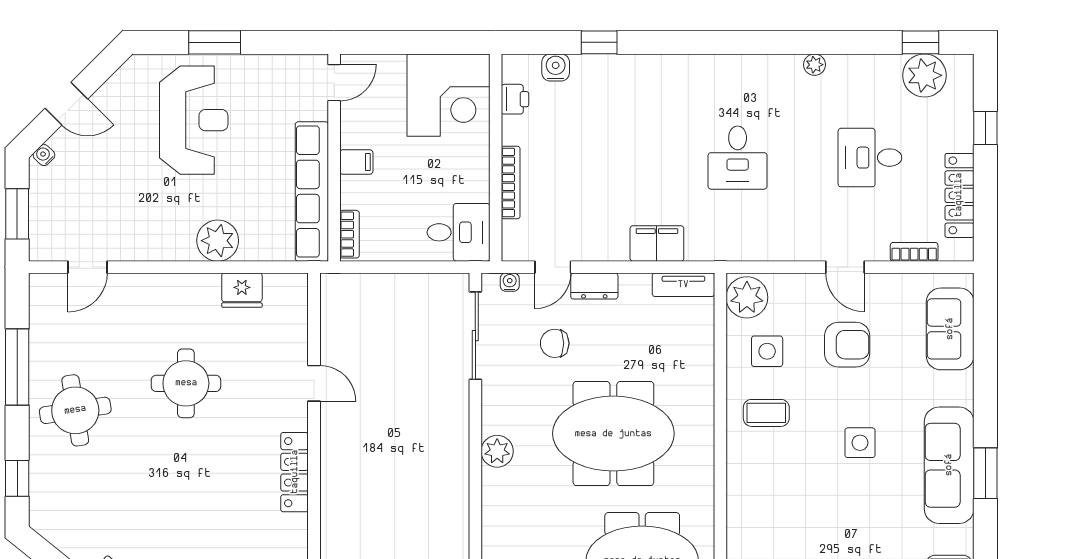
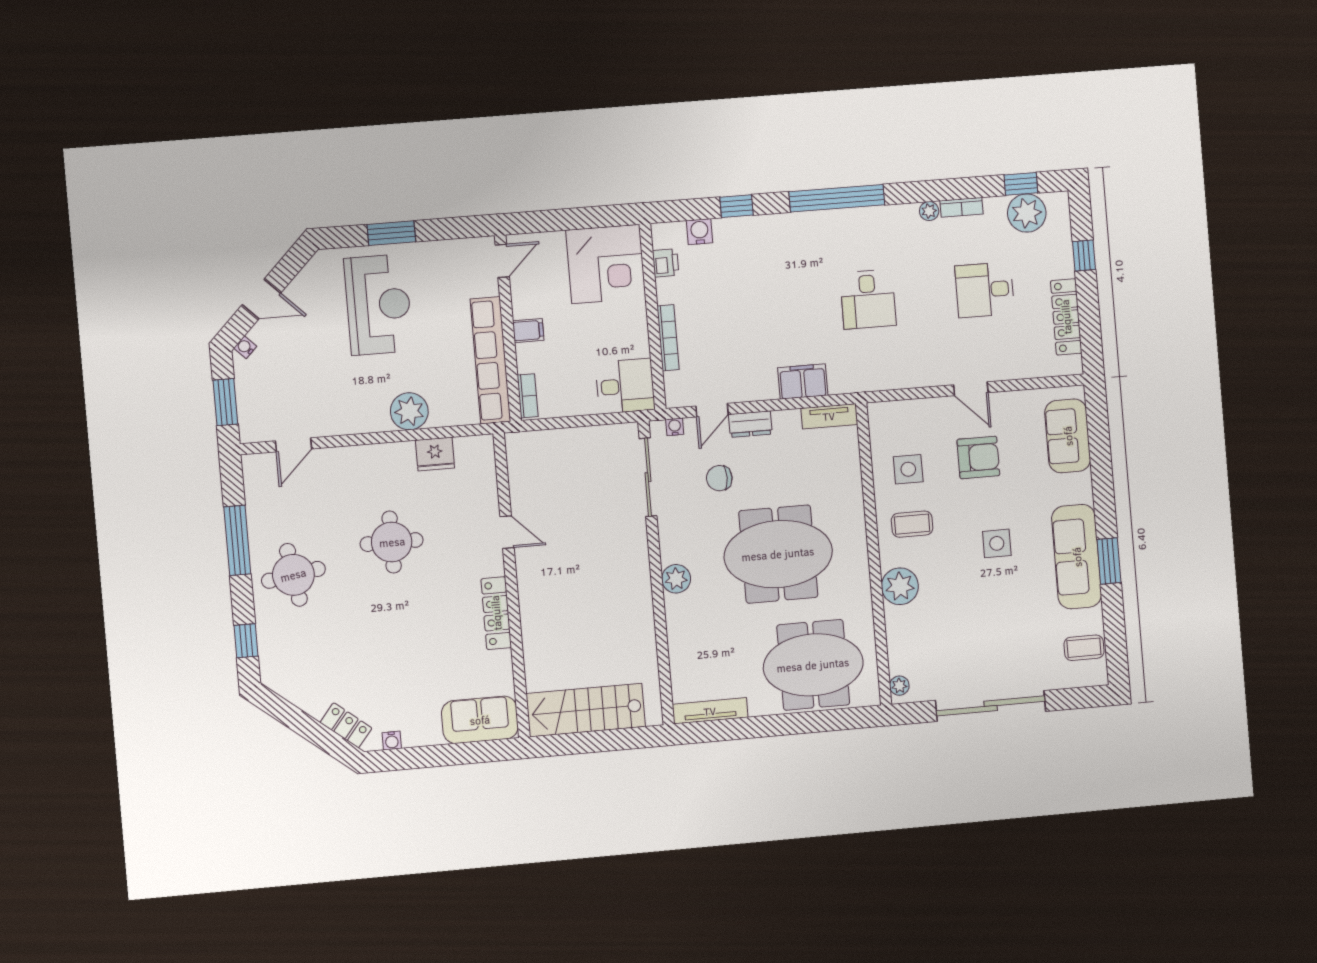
window: (712, 42) -> (837, 198), added
bookcase: (914, 252) -> (961, 207), moved, turned 180
plant: (747, 297) -> (900, 586), moved

